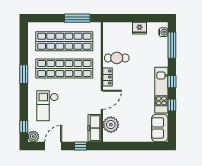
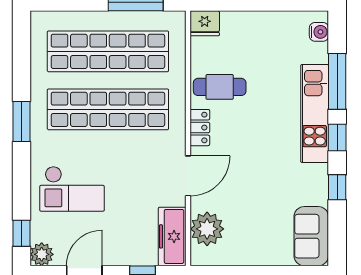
fridge: (140, 28) -> (205, 23), moved
window: (172, 45) -> (337, 81), moved
kitchen unit: (161, 90) -> (315, 113), moved
checkout: (47, 106) -> (72, 189), turned -90

